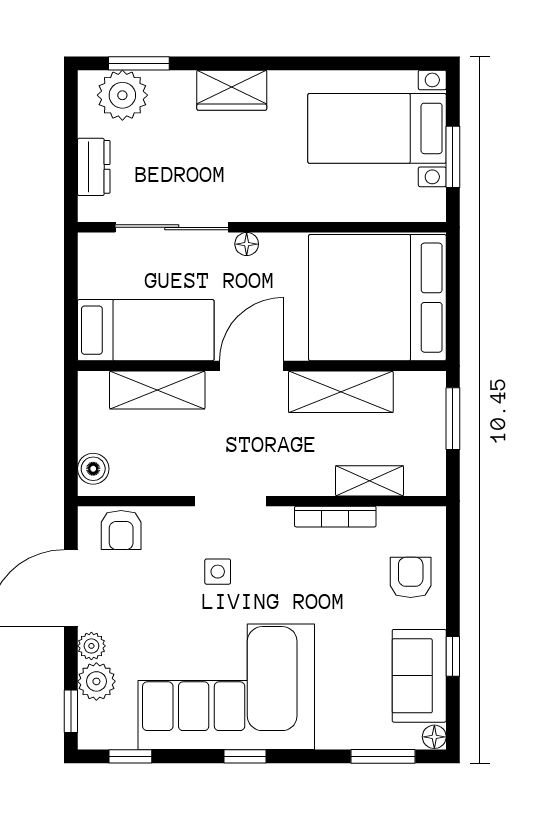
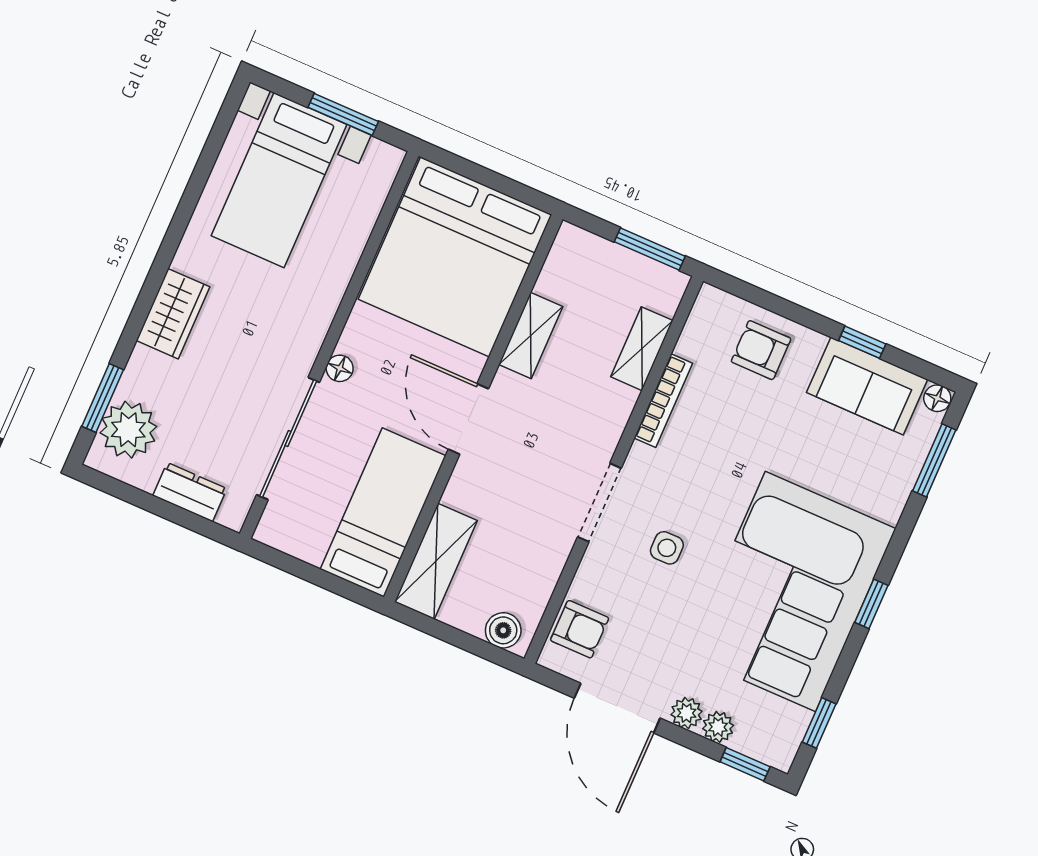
shelving: (157, 390) -> (436, 561), moved
shelving: (341, 392) -> (531, 336), width x0.67, depth x0.75
window: (453, 419) -> (650, 249), moved
plant: (96, 681) -> (718, 727), width x0.73, depth x0.73

